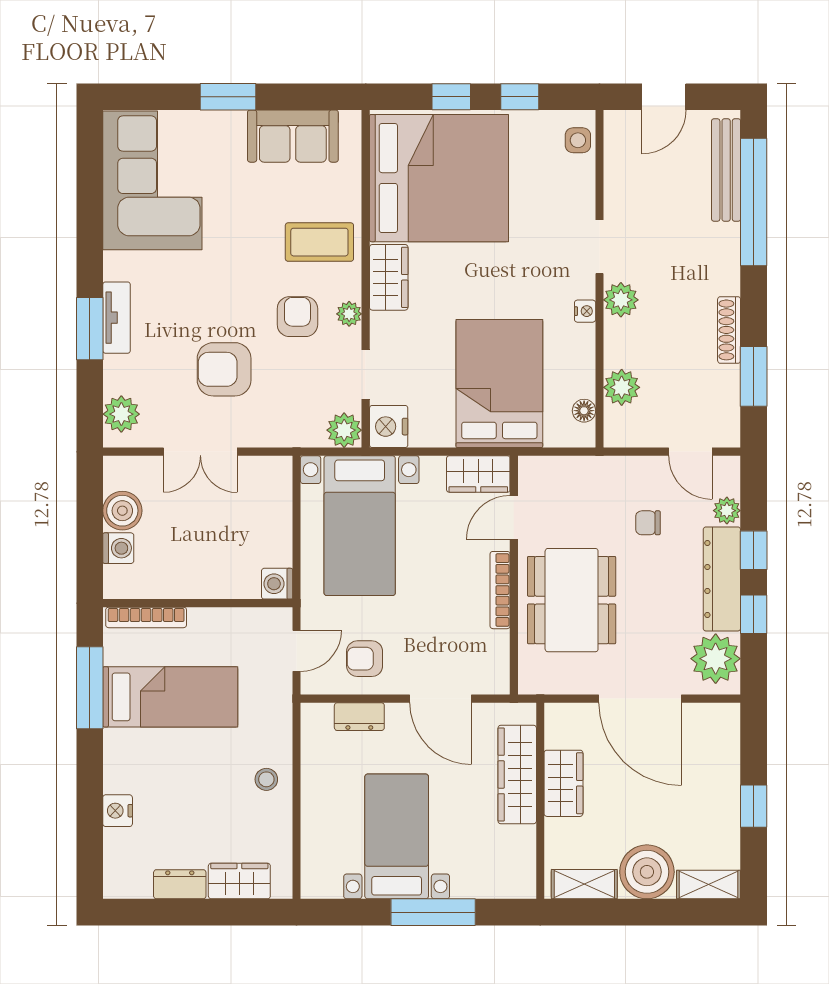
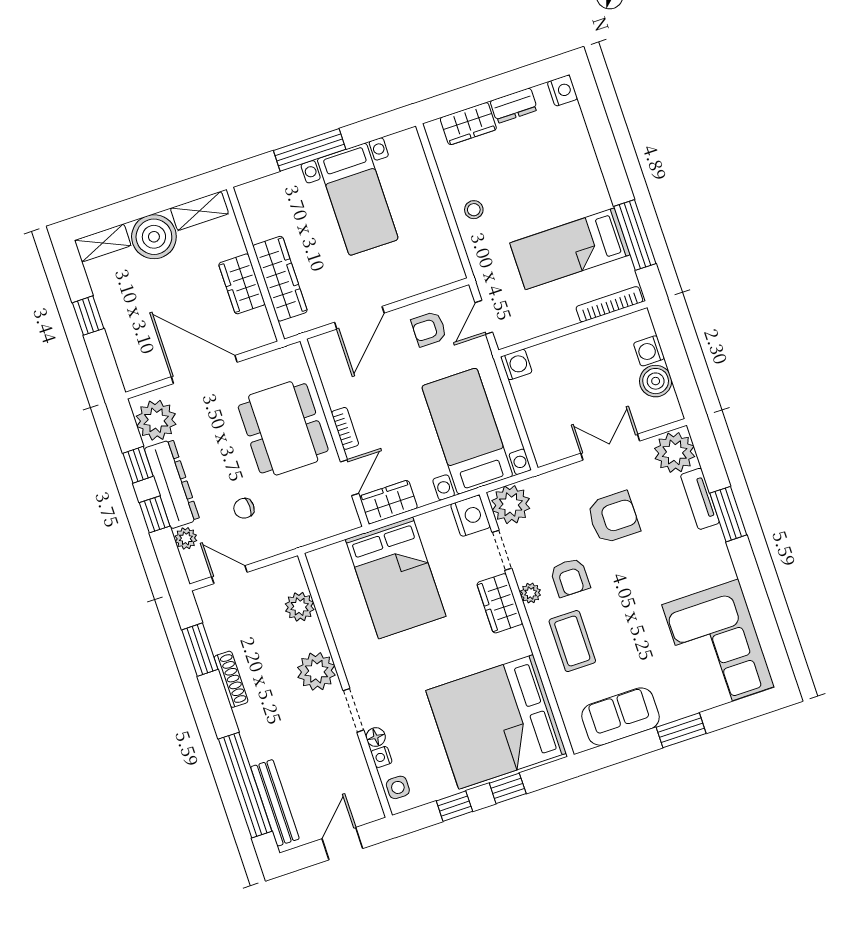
coffee table: (319, 242) -> (572, 641), turned 90
wardrobe: (389, 277) -> (500, 603), moved
plant: (621, 300) -> (316, 671), width x1.36, depth x1.36
nightstand: (585, 311) -> (382, 757), moved
tv unit: (117, 318) -> (700, 499), moved
floor lamp: (584, 411) -> (376, 737), moved
plant: (121, 414) -> (675, 452), width x1.36, depth x1.36
plant: (344, 430) -> (511, 505), width x1.36, depth x1.36
chair: (648, 523) -> (244, 508), turned 180
bookcase: (500, 590) -> (345, 428), width x0.64
armchair: (365, 659) -> (429, 329), turned 180
door: (441, 699) -> (359, 318), swing flipped
dresser: (359, 717) -> (418, 283), removed
nightstand: (118, 811) -> (562, 90), moved

